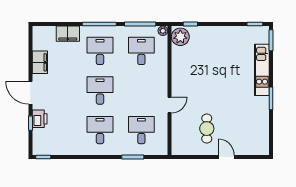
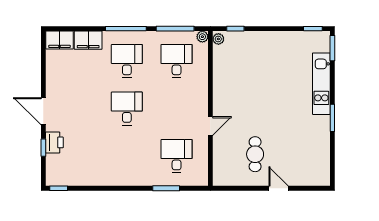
plant: (180, 37) -> (218, 39), width x0.53, depth x0.53
filing cabinet: (40, 62) -> (59, 40), moved, turned 90
desk: (100, 130) -> (127, 156), removed

